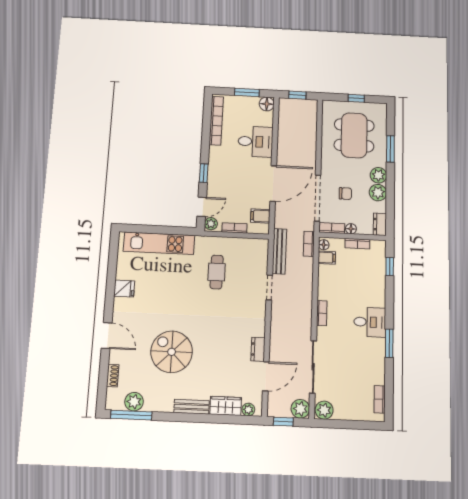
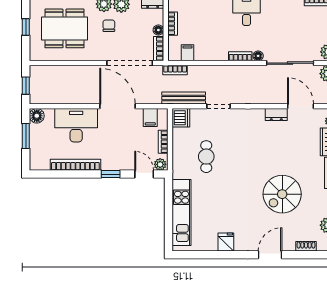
bookcase: (216, 121) -> (75, 165), moved
desk: (256, 142) -> (76, 125), width x1.37
chair: (345, 194) -> (109, 26), moved
floor lamp: (324, 245) -> (258, 56), moved
dishwasher: (259, 247) -> (181, 118), added
cafe table: (217, 272) -> (206, 157), turned 90

